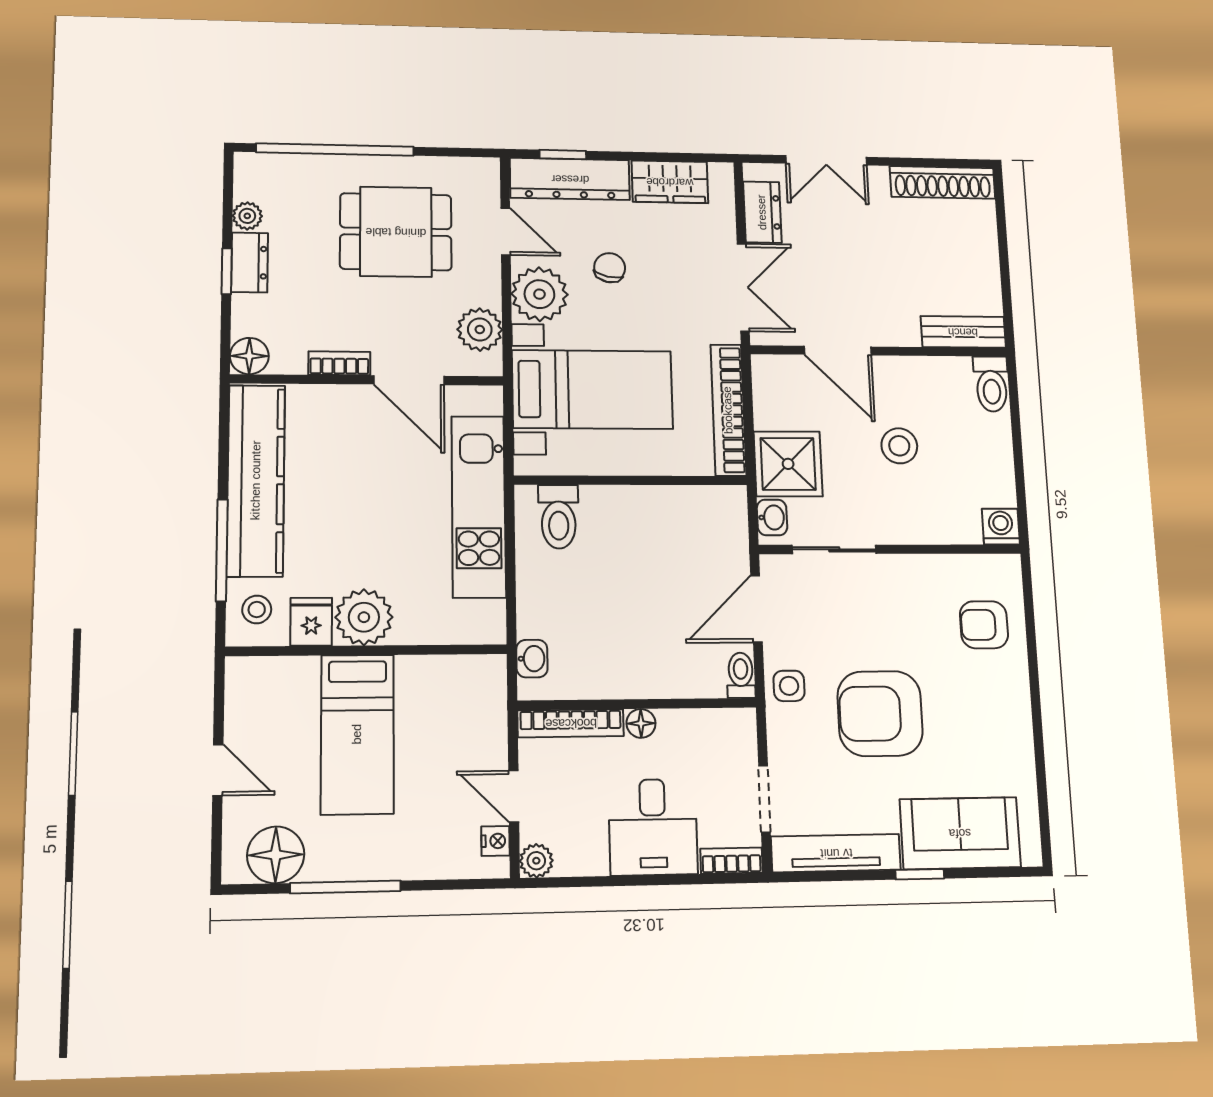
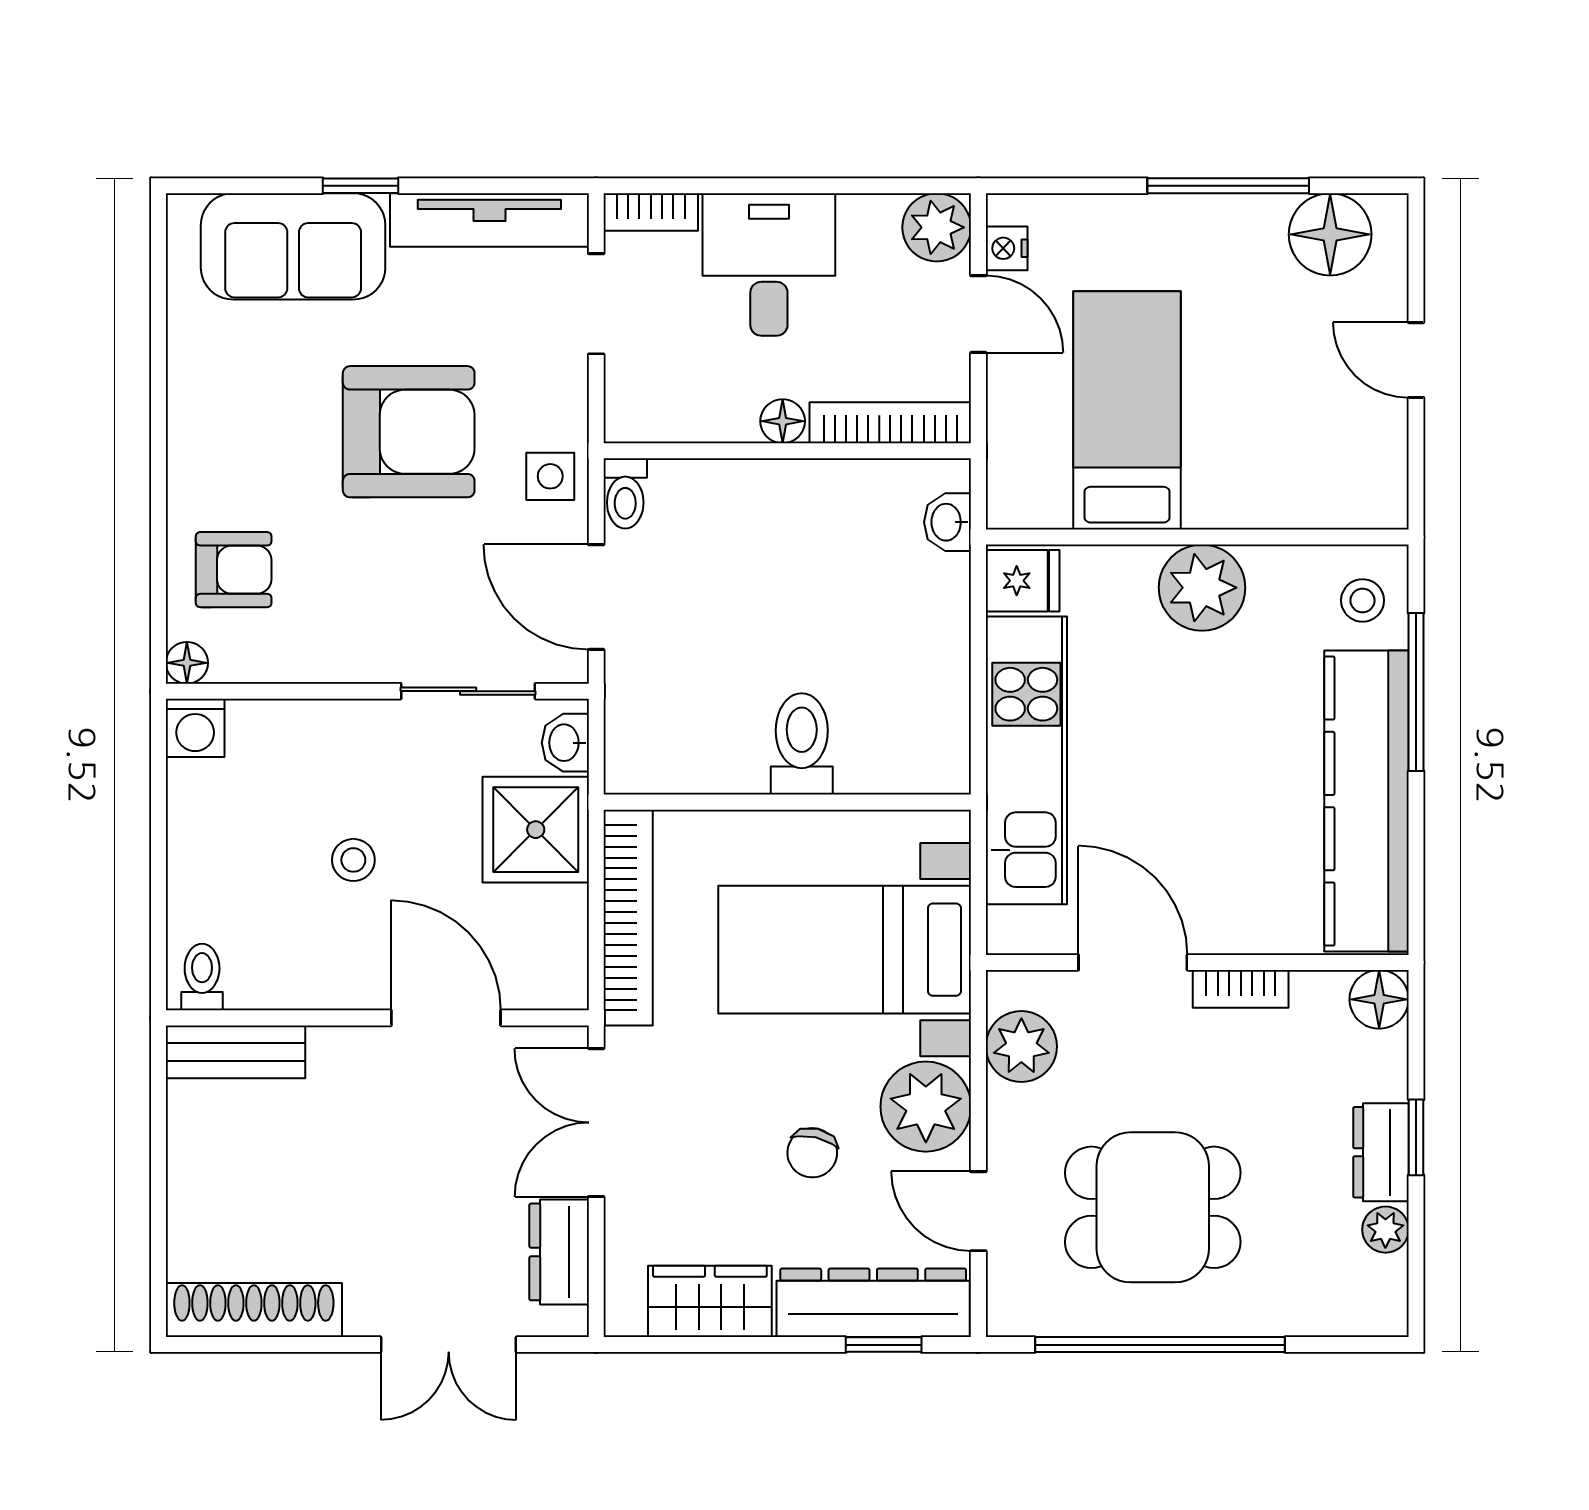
window: (335, 150) -> (1160, 1345), moved
double door: (826, 160) -> (449, 1345), swing flipped
toilet: (991, 384) -> (202, 977), width x0.73, depth x0.72
stool: (899, 446) -> (353, 860), width x0.73, depth x0.73
toilet: (559, 517) -> (802, 744), moved
floor lamp: (1009, 567) -> (187, 663), added
door: (757, 609) -> (596, 597), swing flipped
fridge: (311, 622) -> (1023, 581), moved, turned -90
bed: (357, 734) -> (1127, 410), moved
plant: (536, 861) -> (937, 227), width x1.38, depth x1.38

